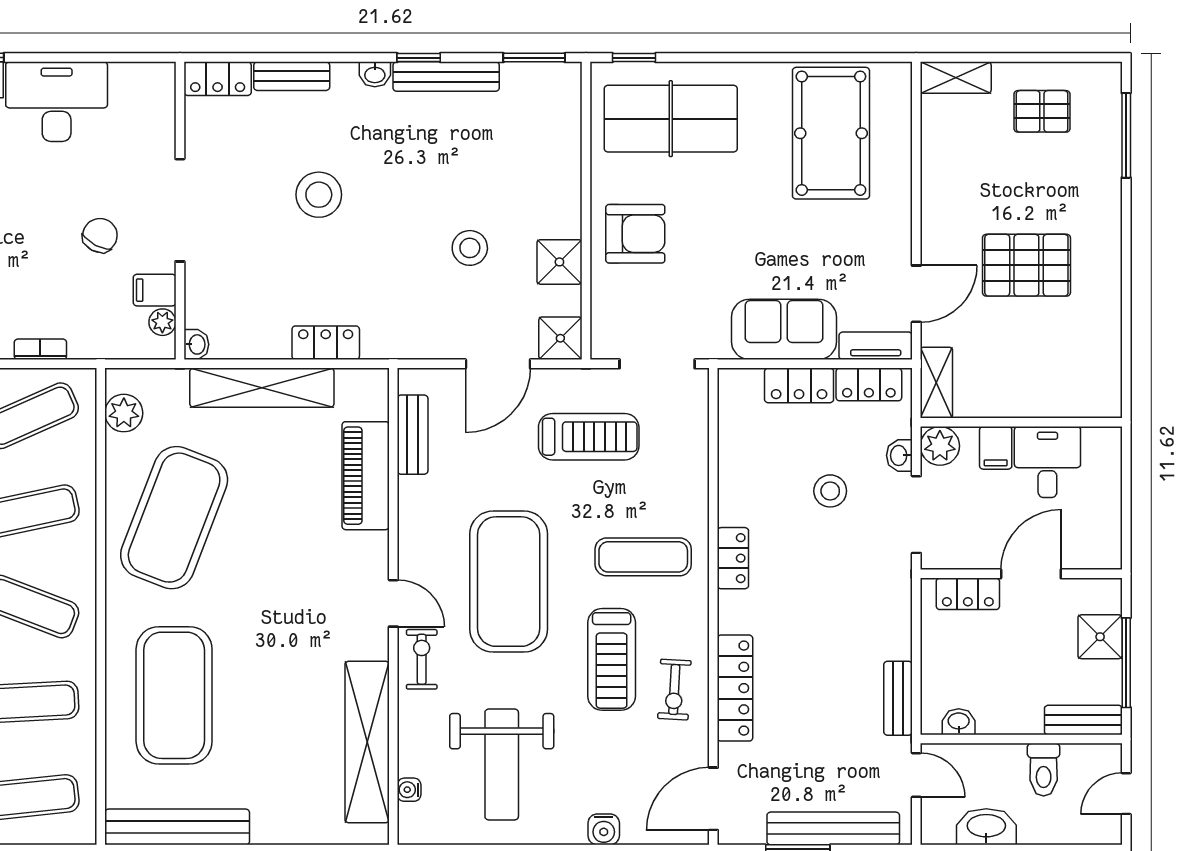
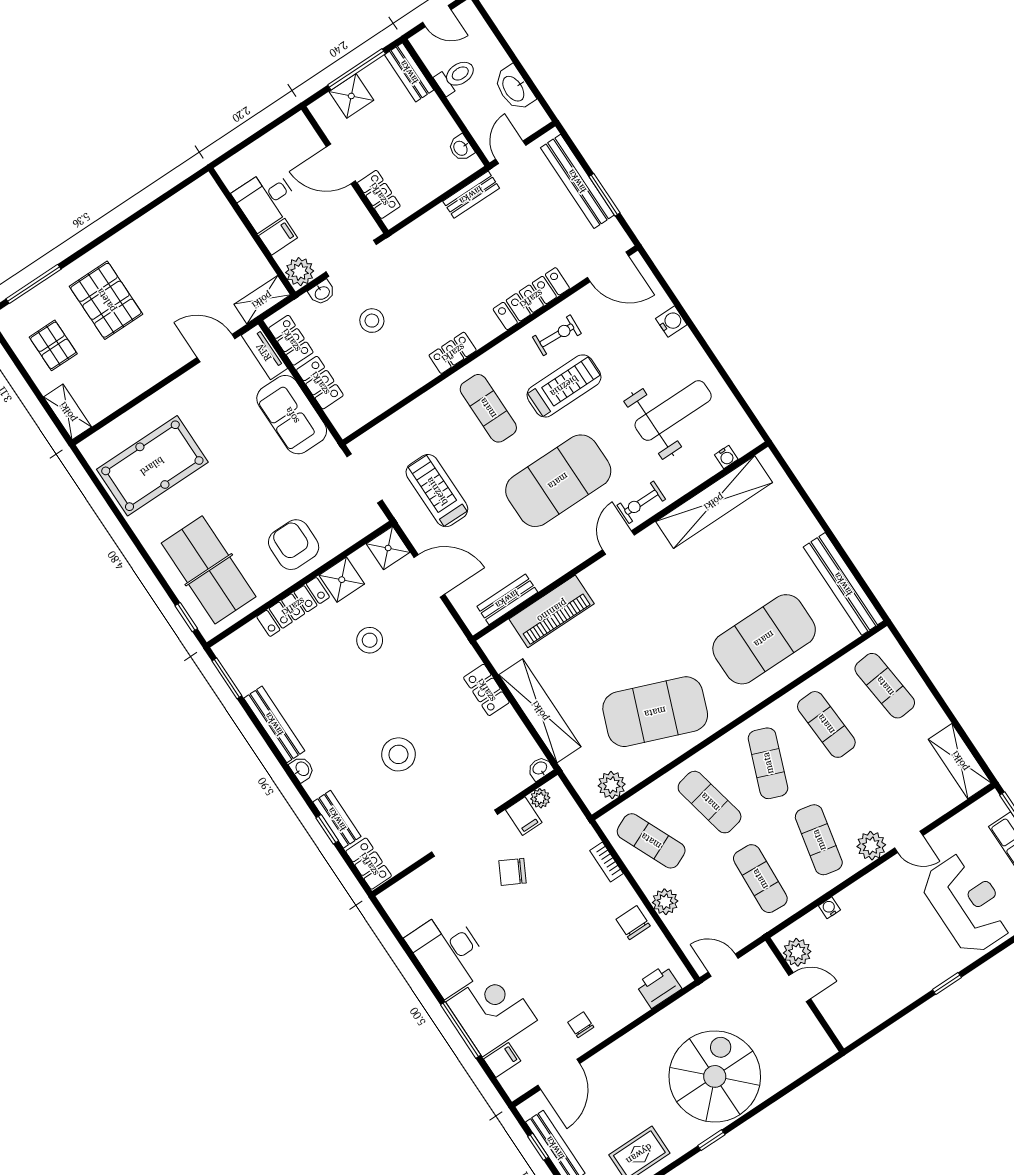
window: (419, 58) -> (327, 829), moved
locker: (565, 186) -> (293, 607), added
pallet: (1026, 265) -> (106, 300), moved

